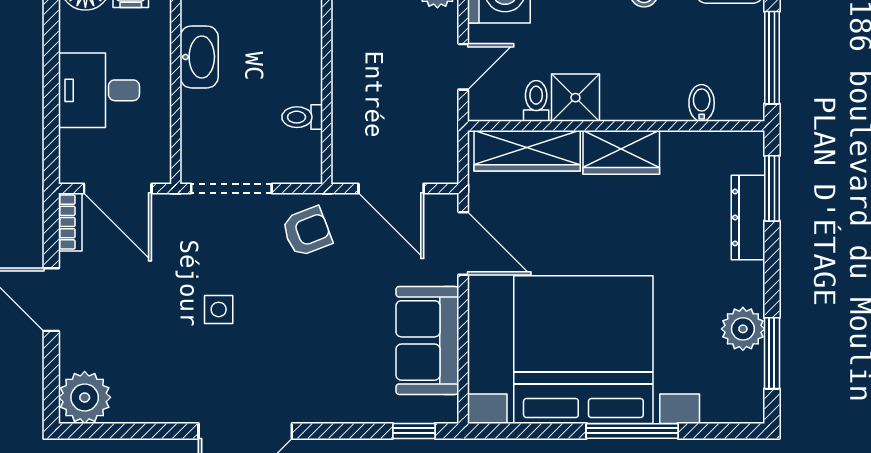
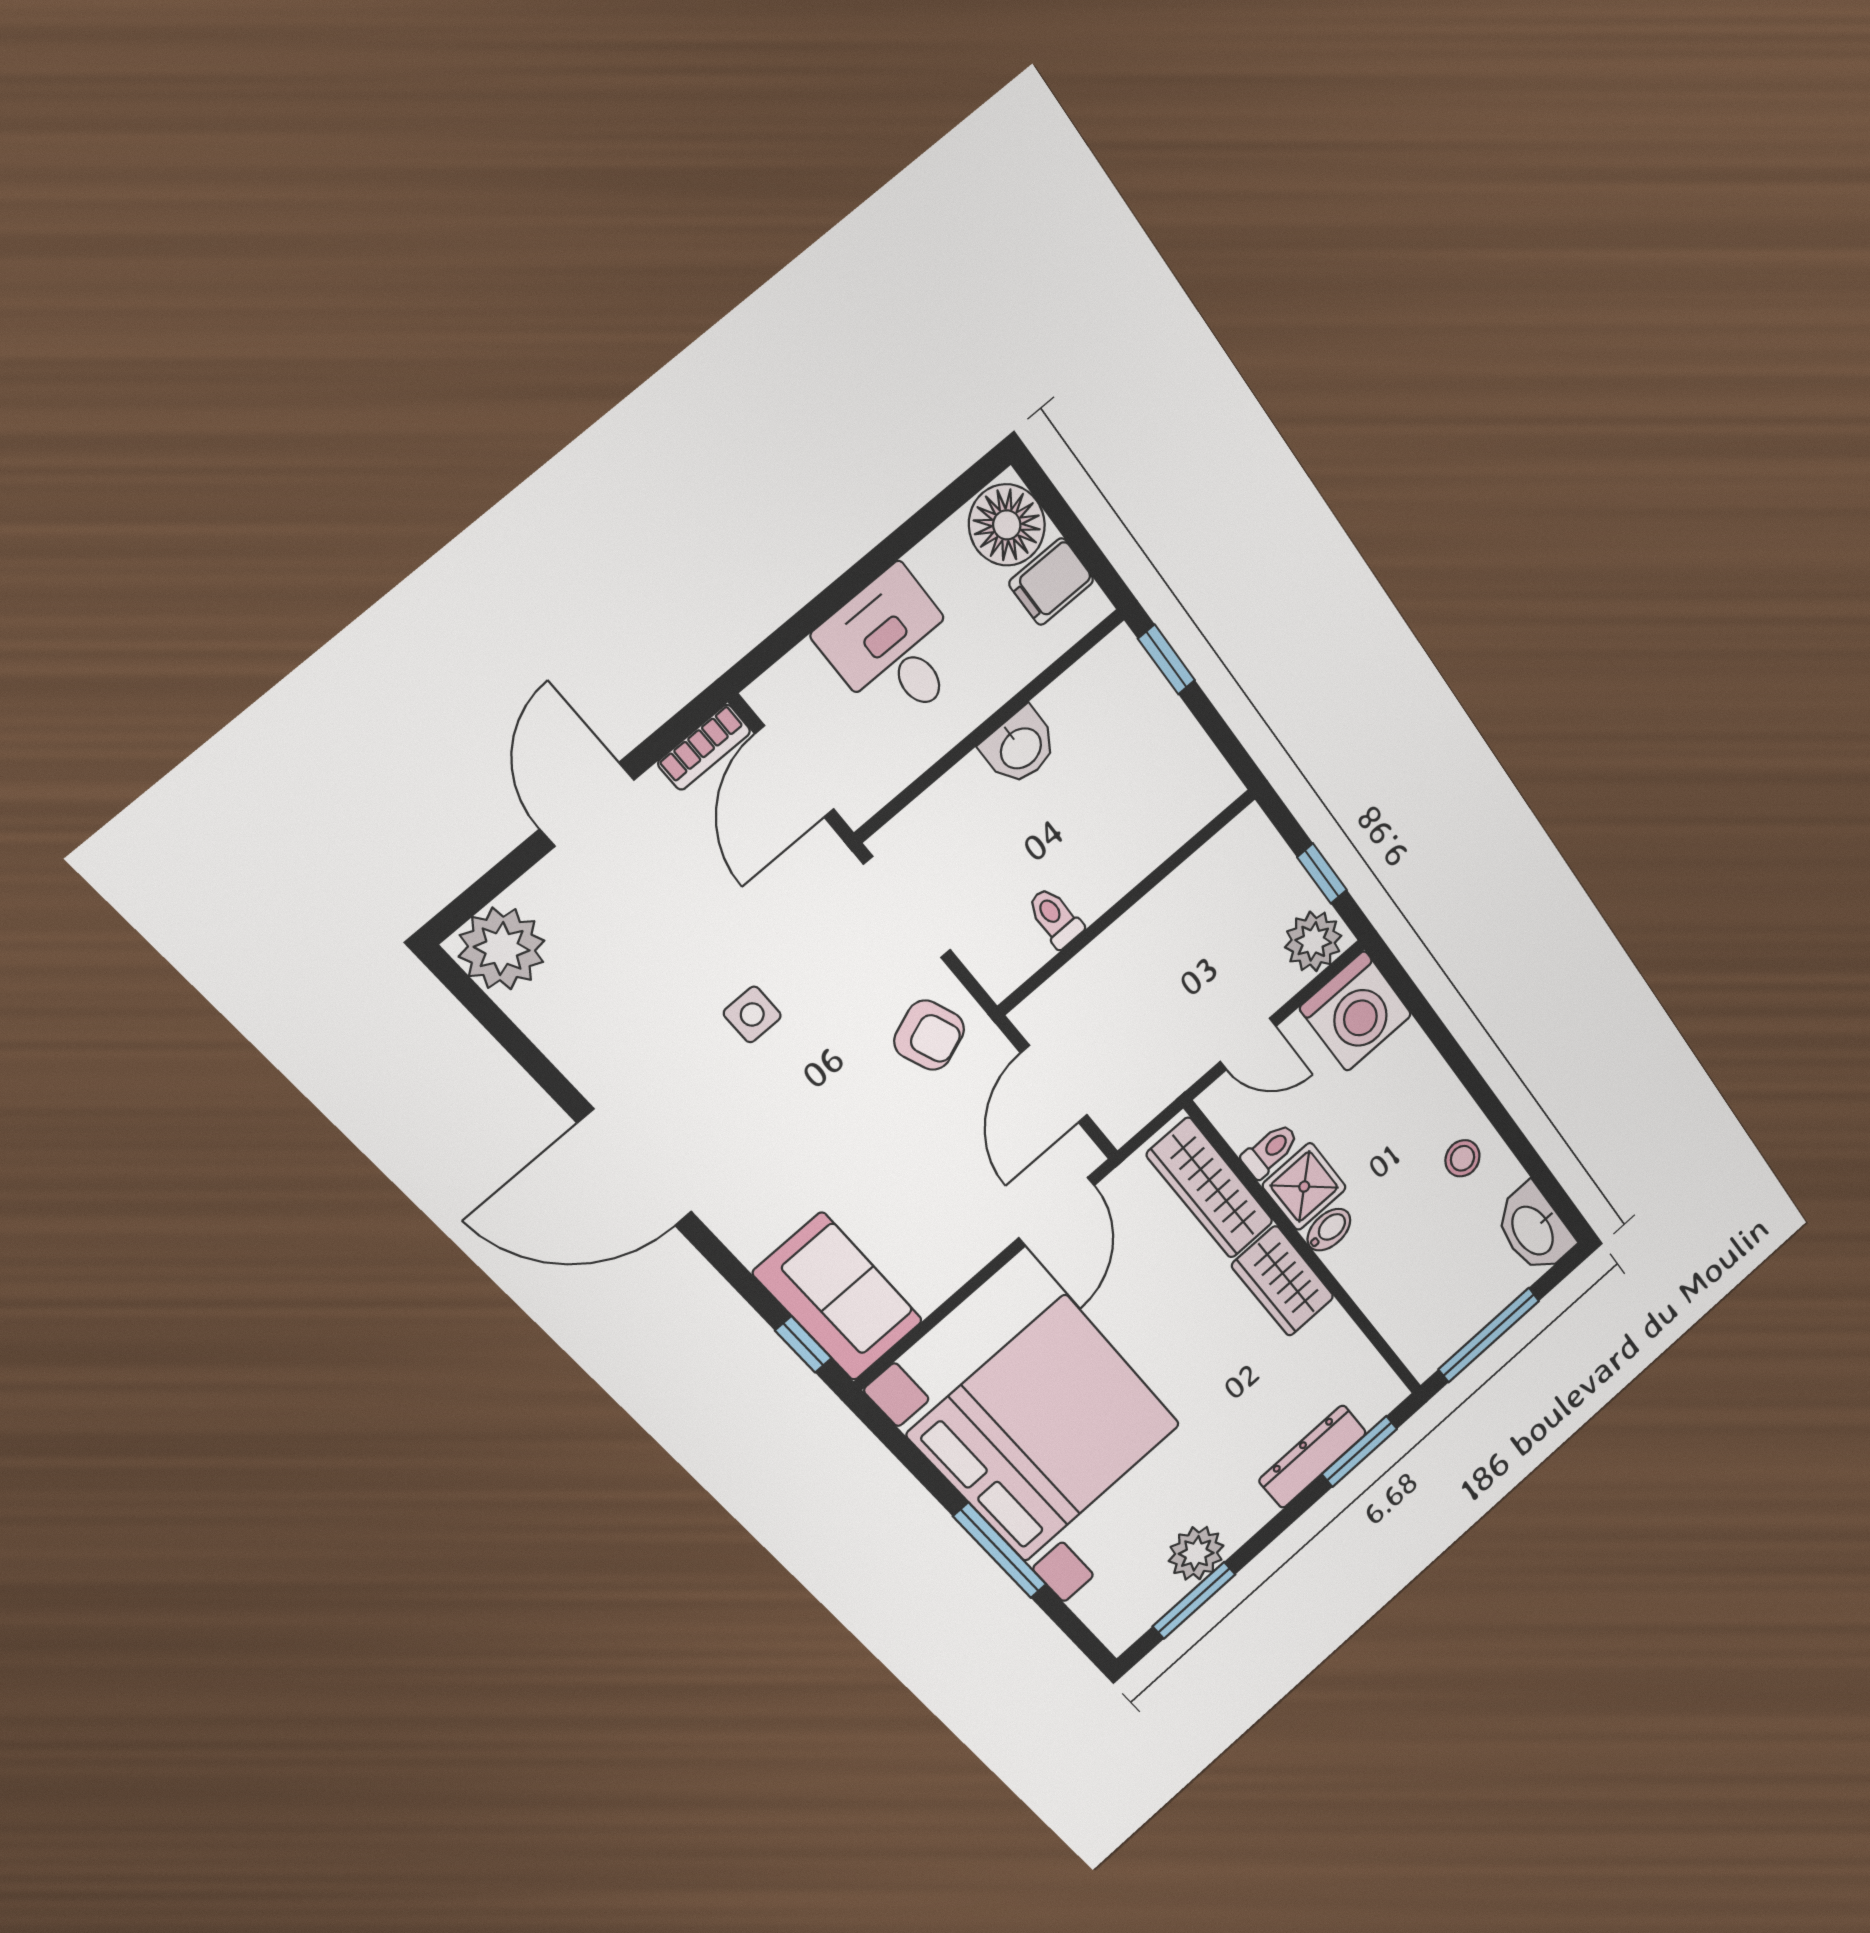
washbasin: (199, 57) -> (1020, 747), width x0.72
bidet: (702, 103) -> (1329, 1230), moved
sofa: (427, 340) -> (838, 1297), moved, turned 90

